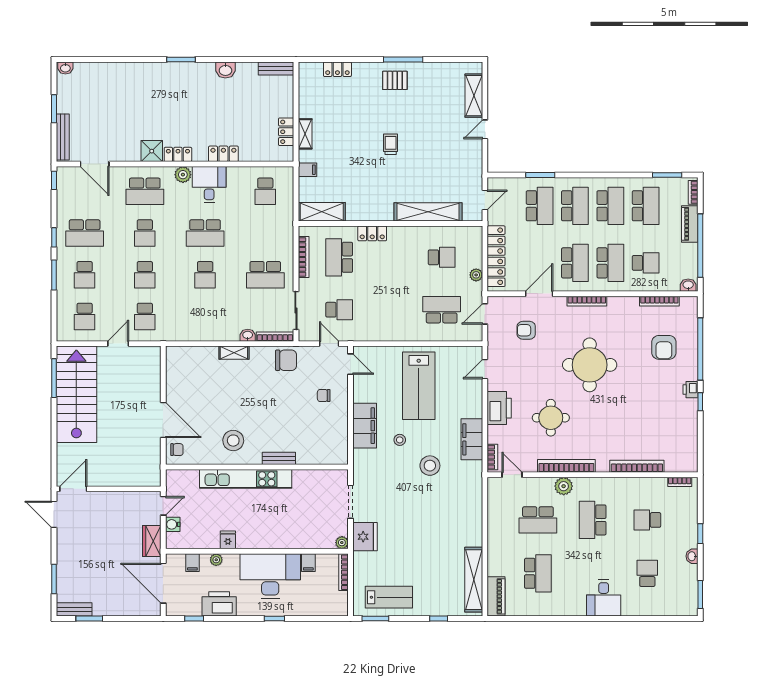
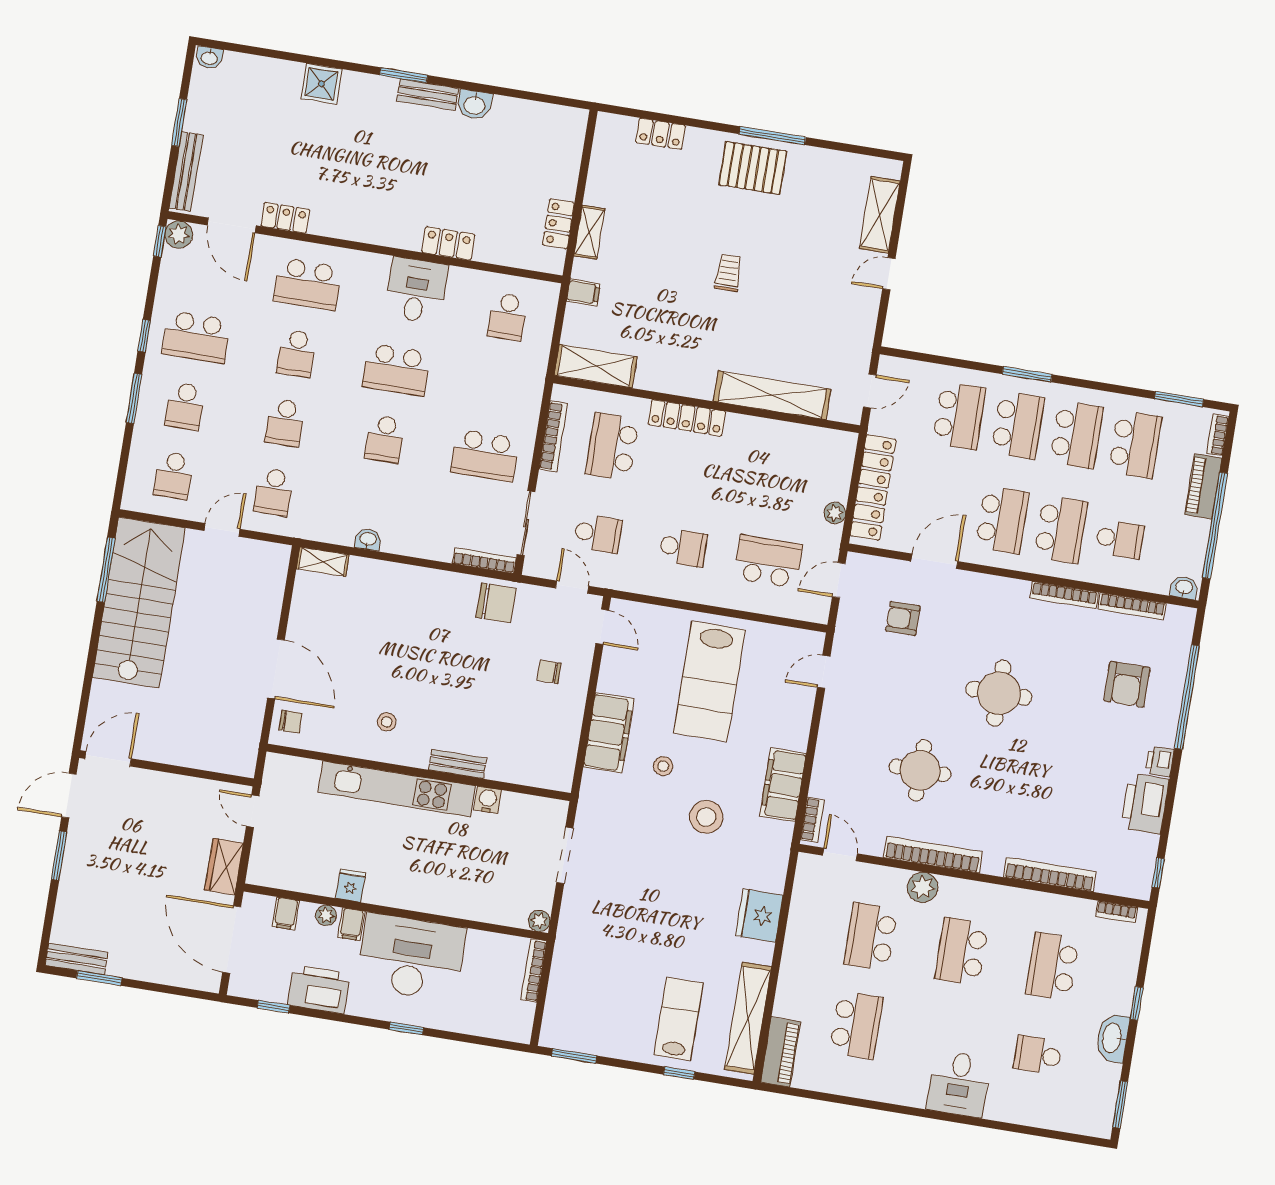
bench: (276, 69) -> (428, 95), moved
pallet: (395, 80) -> (753, 168), width x1.50, depth x1.42
shower: (152, 151) -> (321, 84), moved
locker: (178, 154) -> (285, 218), moved
plant: (183, 175) -> (179, 235), moved
window: (540, 175) -> (1027, 374), moved
locker: (372, 233) -> (687, 418), width x1.53
school desk: (442, 257) -> (683, 548), moved
bookcase: (587, 301) -> (1064, 595), moved
washbasin: (248, 335) -> (368, 539), moved
shelving: (234, 353) -> (323, 562), moved
round table: (590, 365) -> (999, 693), width x0.73, depth x0.73
window: (700, 402) -> (1158, 873), moved
printer: (499, 408) -> (1145, 804), moved, turned 180
stool: (233, 441) -> (387, 722), width x0.53, depth x0.53
door: (163, 506) -> (253, 811), swing flipped
door: (54, 514) -> (69, 796), hinge flipped
school desk: (538, 520) -> (871, 937), turned 90
school desk: (647, 520) -> (1052, 966), width x1.85
water cooler: (173, 524) -> (488, 800), moved, turned 90
fridge: (365, 537) -> (759, 915), moved, turned 180
washbasin: (692, 556) -> (1112, 1038), width x1.91, depth x1.45
filing cabinet: (308, 563) -> (351, 924), moved
school desk: (647, 573) -> (1038, 1055), turned -90
window: (54, 579) -> (59, 856), moved
lab bench: (389, 597) -> (679, 1019), moved, turned -90

